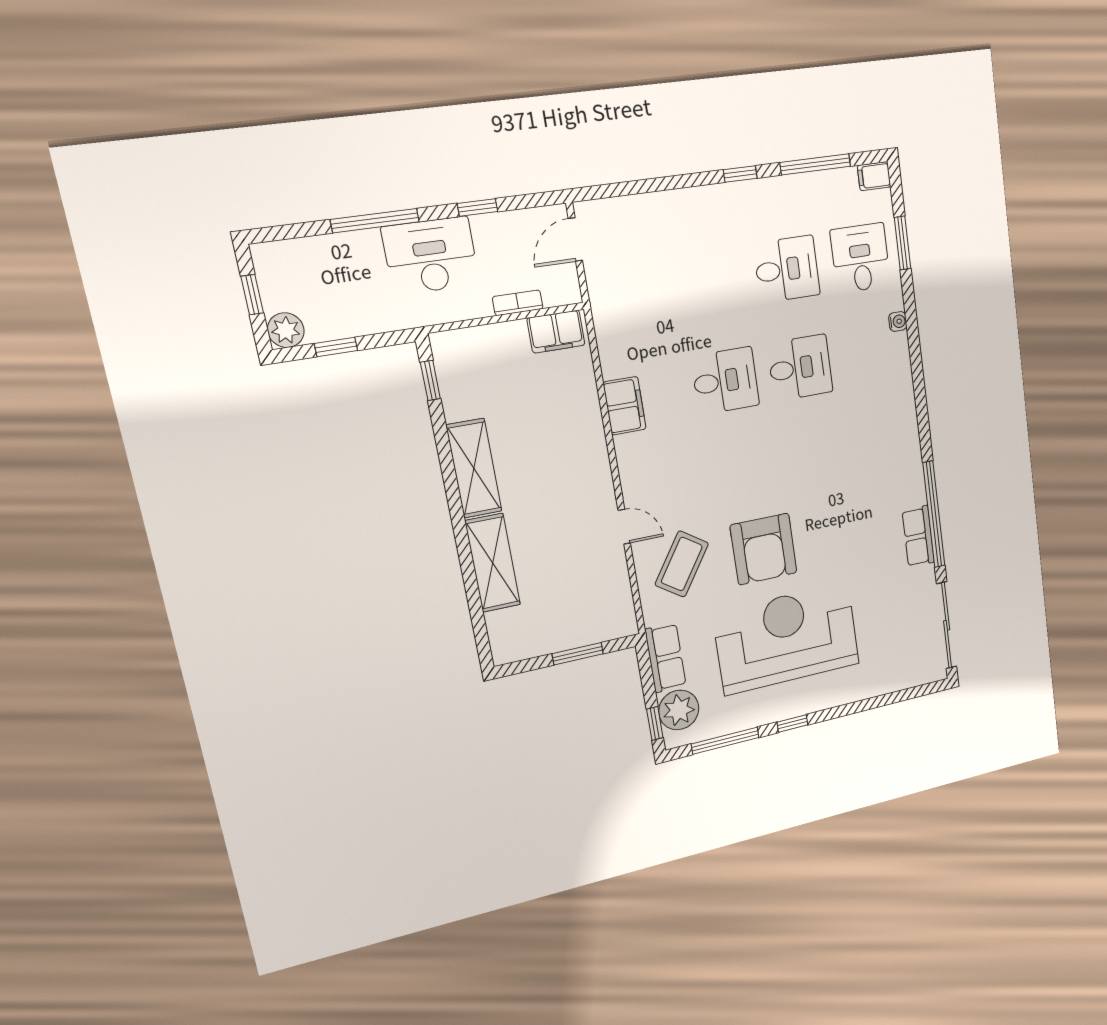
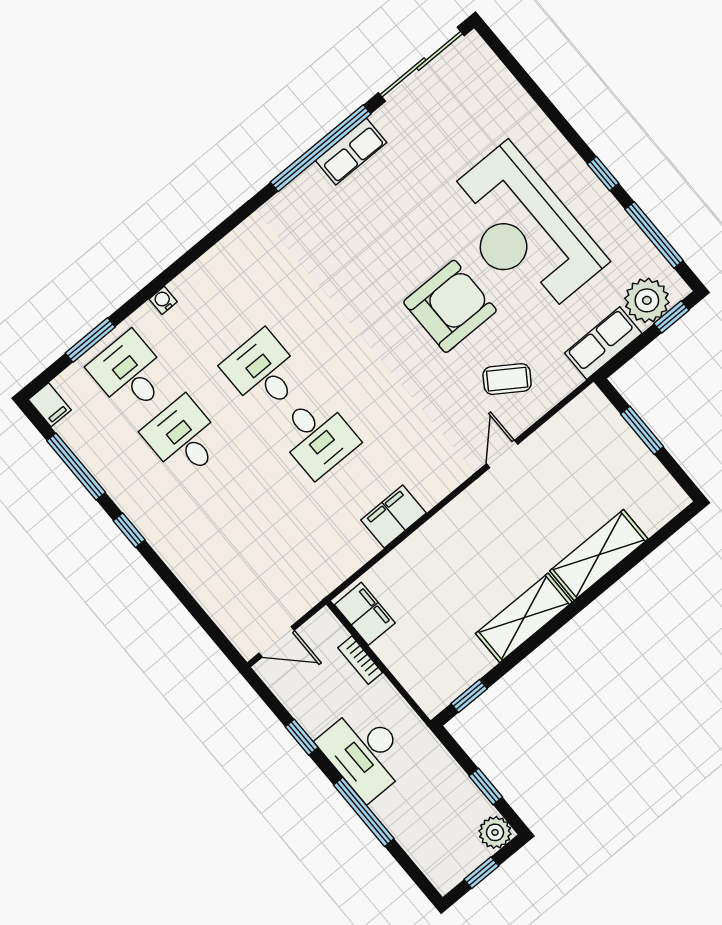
desk: (861, 258) -> (130, 373), turned 90
desk: (725, 381) -> (317, 436), turned 180
coffee table: (682, 564) -> (507, 379), width x0.73, depth x0.77

